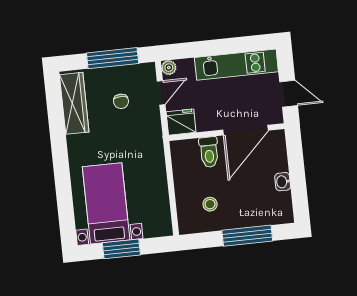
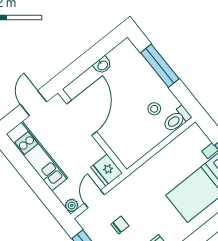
door: (161, 93) -> (94, 199), hinge flipped
door: (246, 130) -> (82, 118), hinge flipped
toilet: (209, 152) -> (177, 119), moved, turned 180

